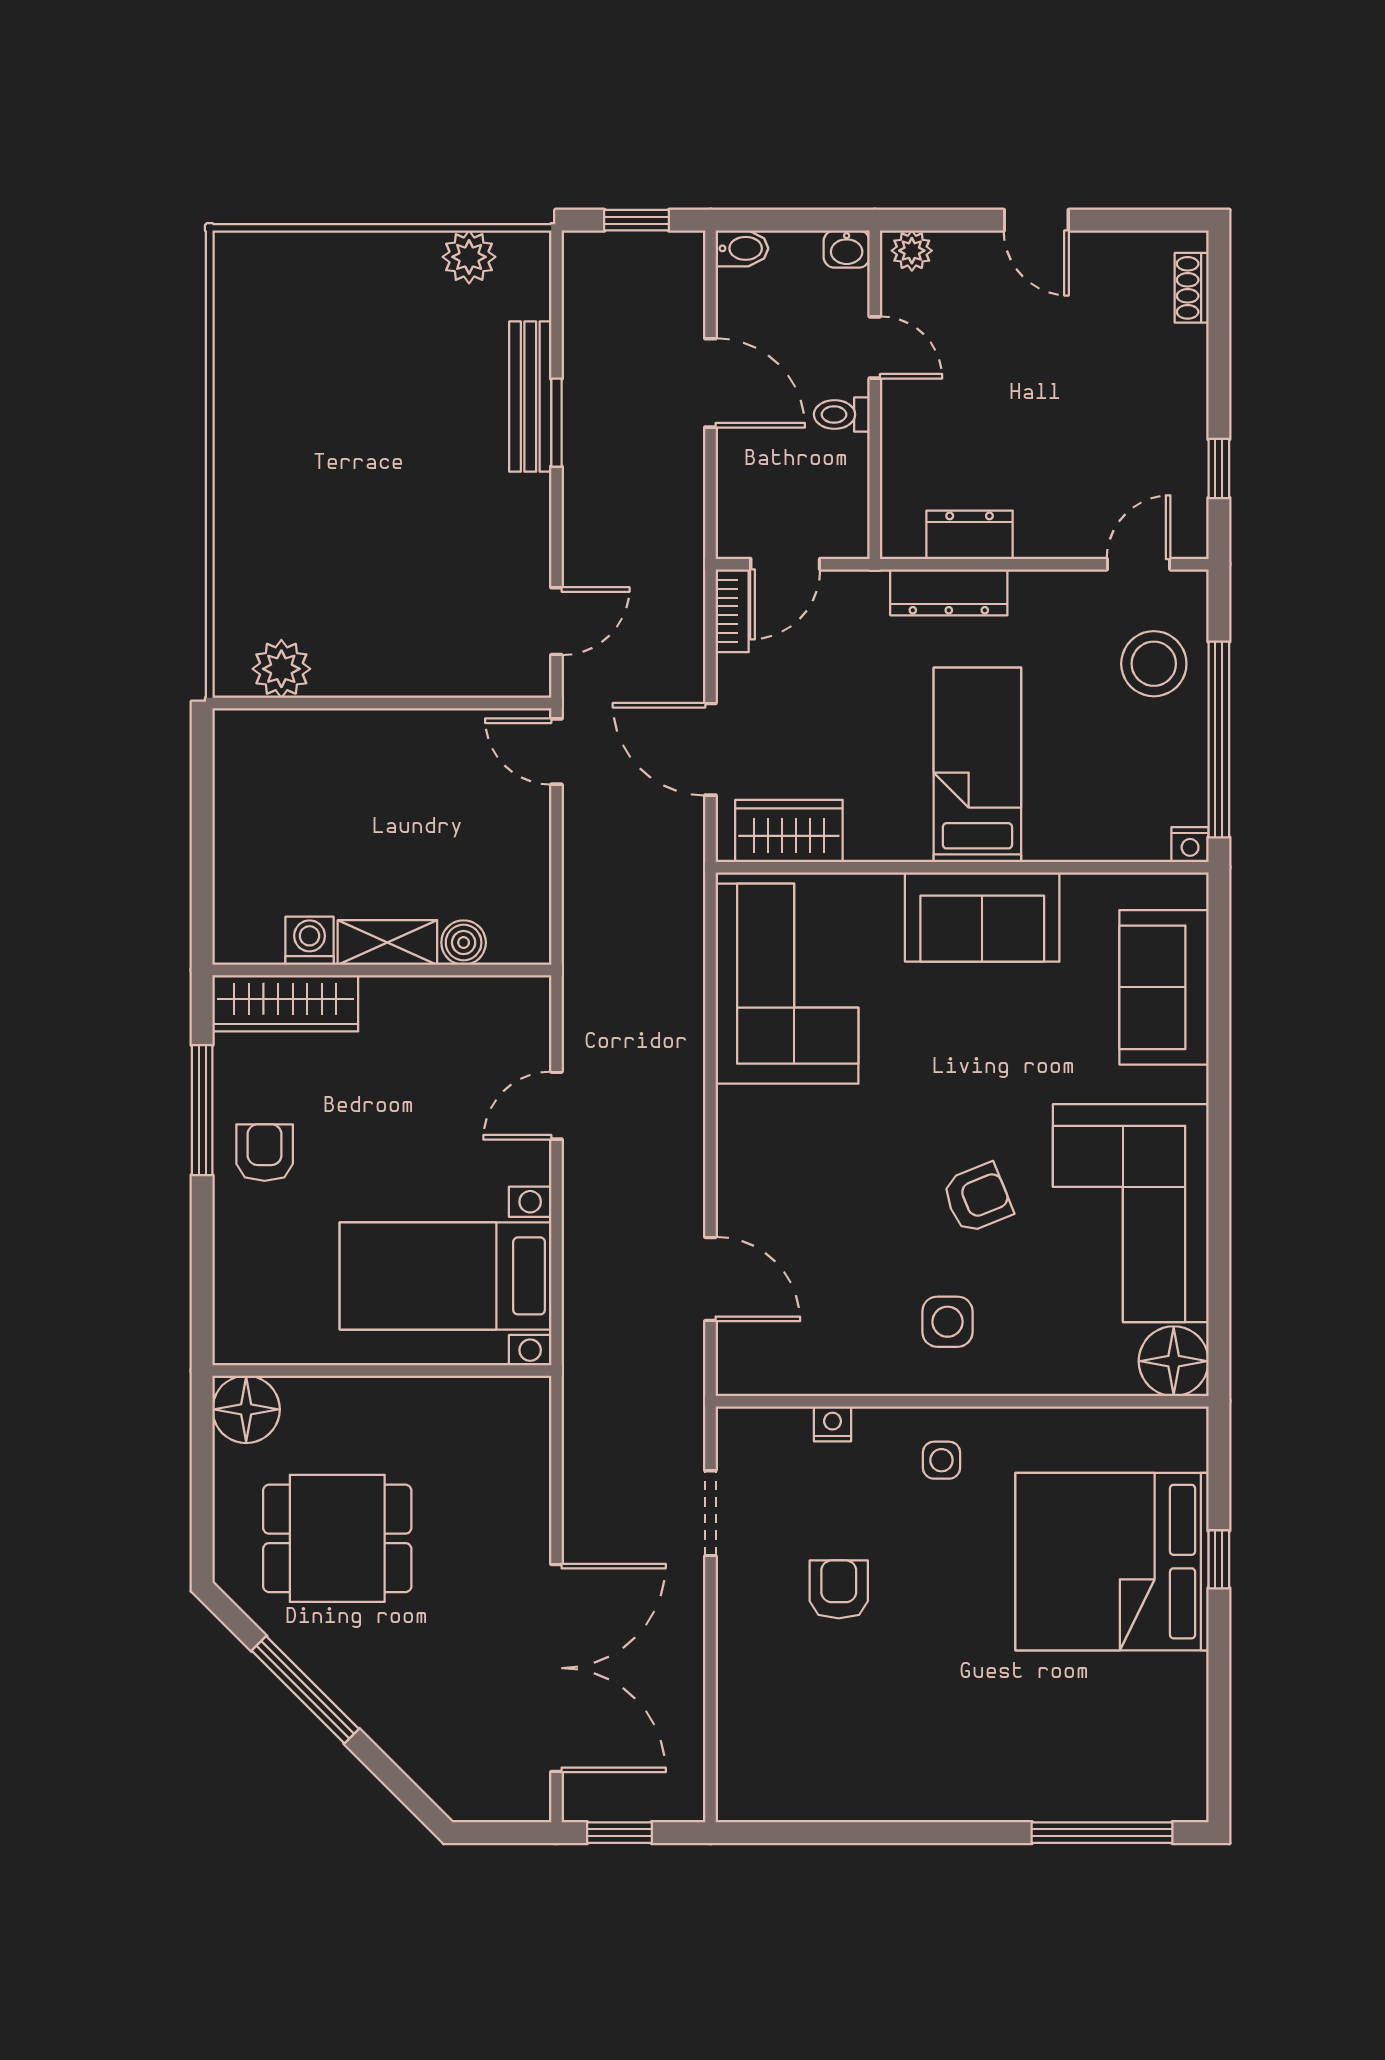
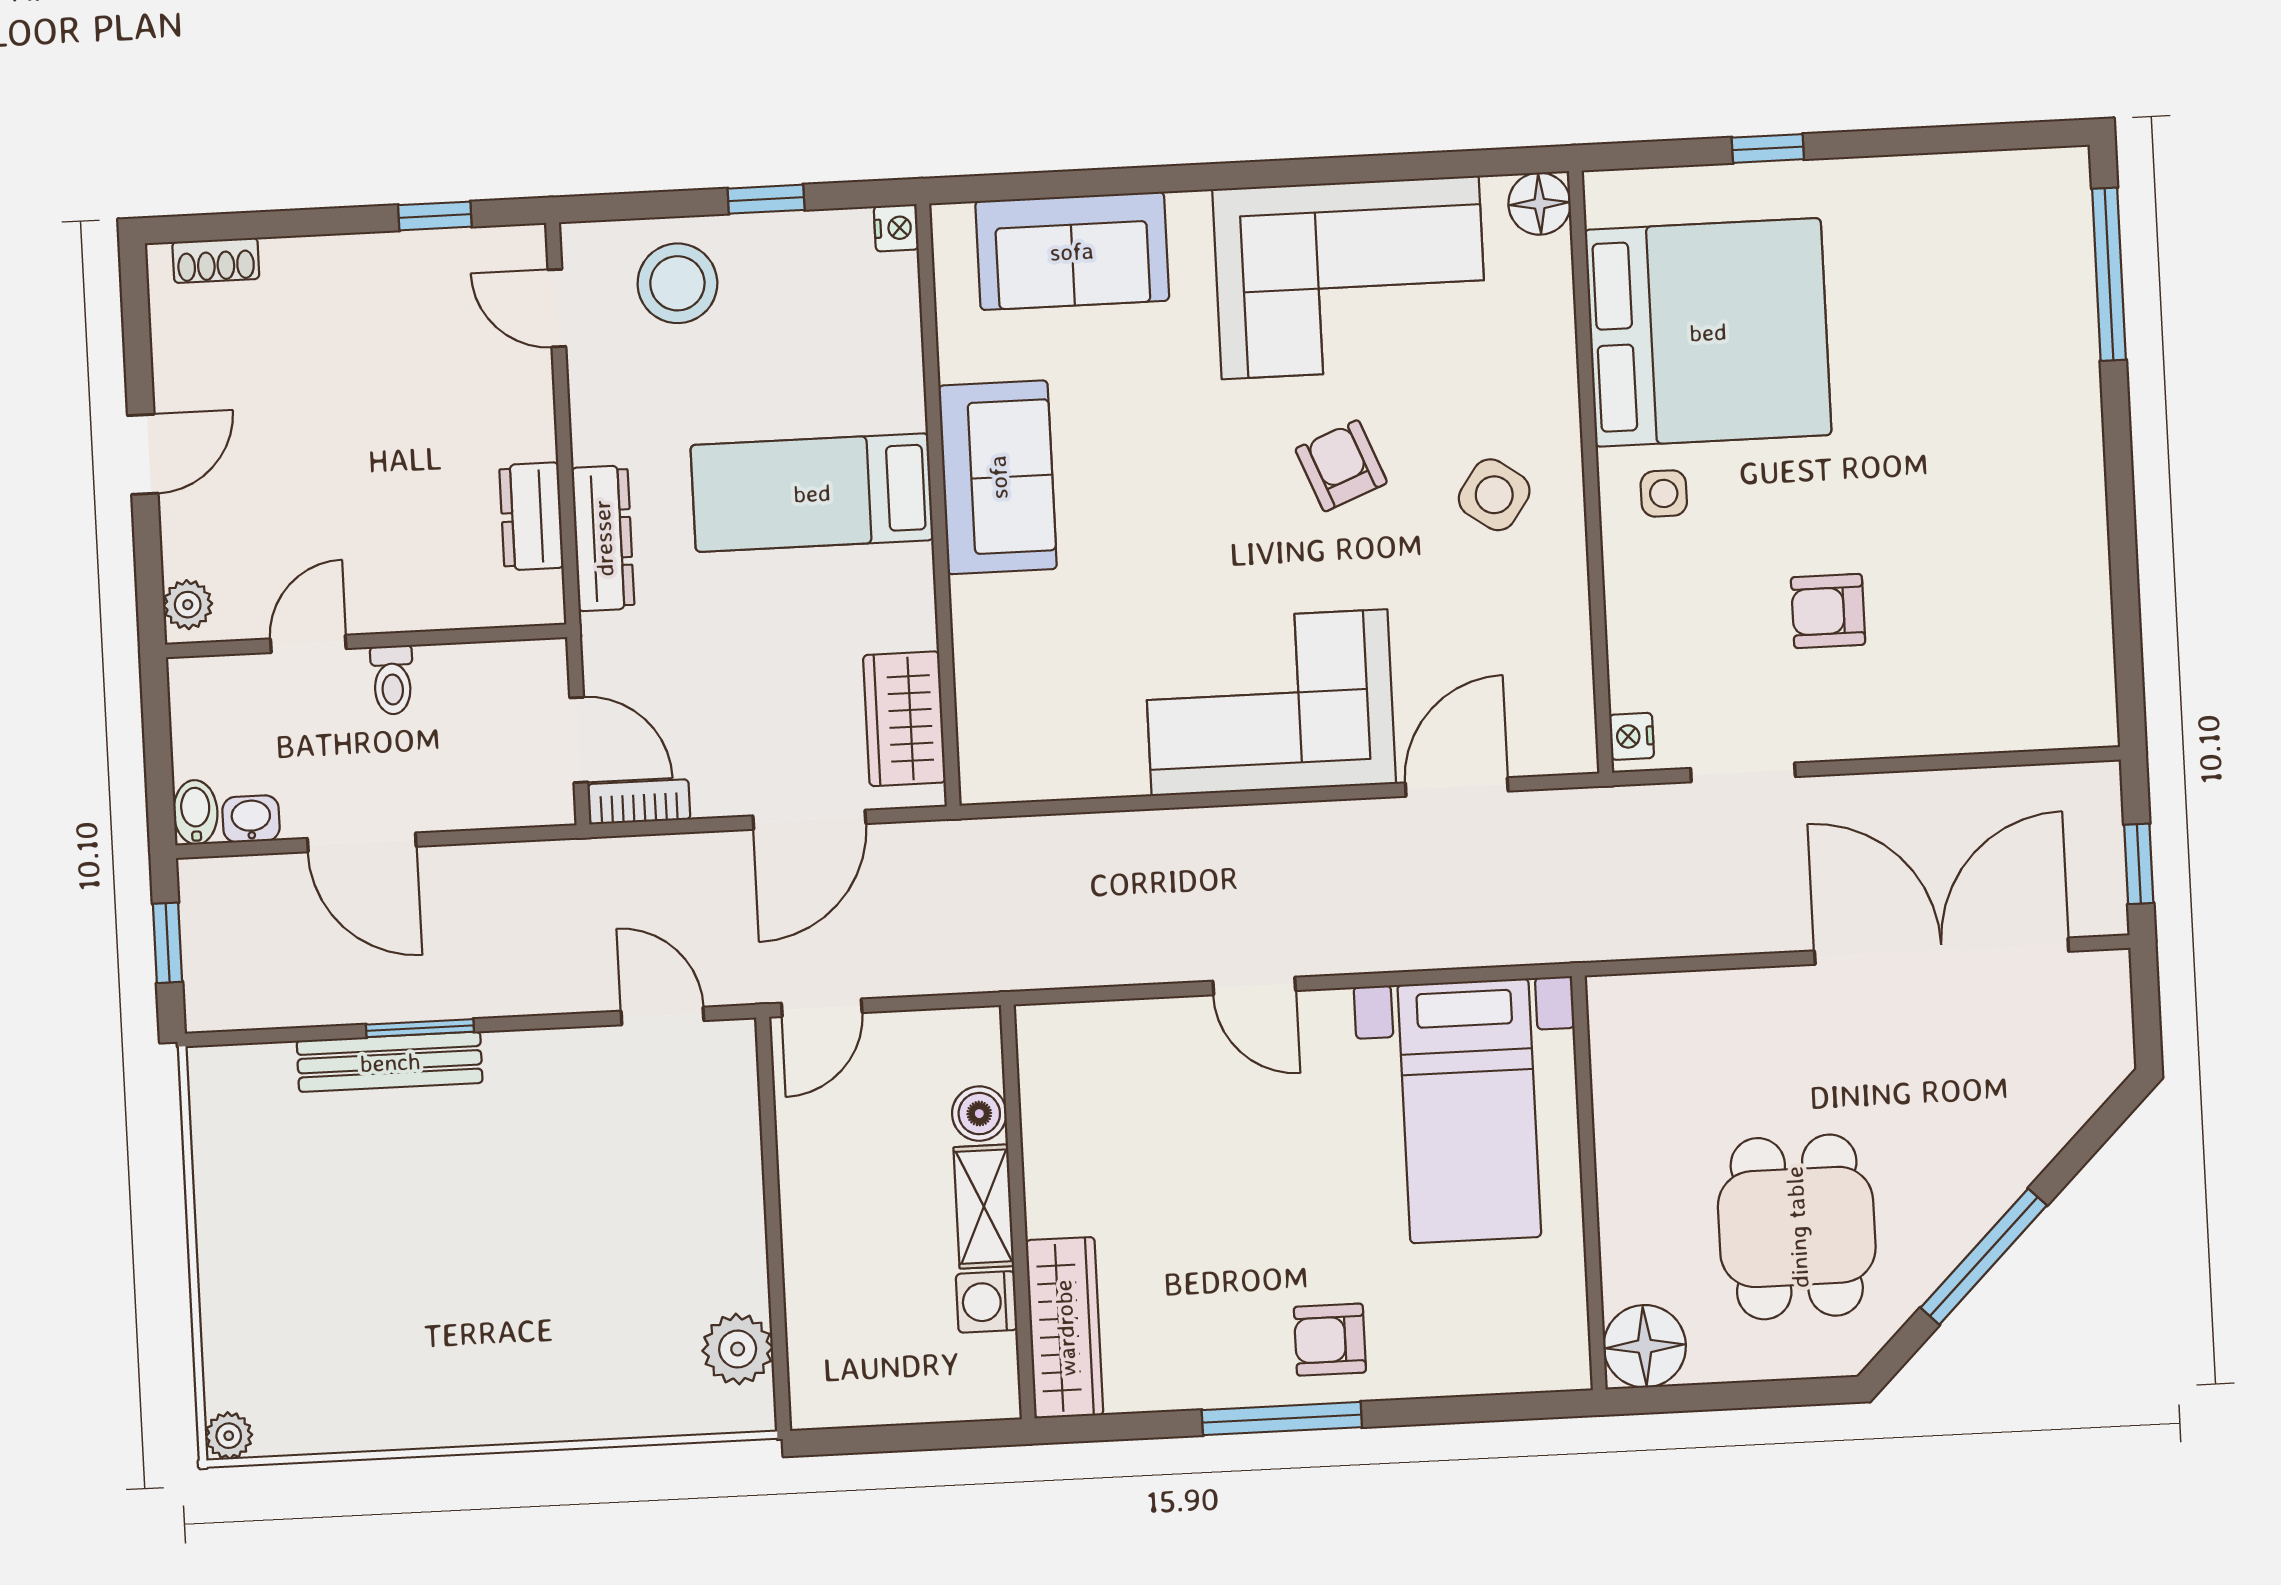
washbasin: (847, 249) -> (251, 819), moved, turned -90
plant: (469, 257) -> (229, 1436), moved, width x0.73, depth x0.73
door: (710, 383) -> (362, 842), swing flipped
window: (1219, 740) -> (766, 199), width x0.32
washing machine: (310, 941) -> (987, 1302), moved
shelving: (387, 942) -> (984, 1207), moved
boiler: (464, 943) -> (979, 1114), moved
wall: (382, 970) -> (1018, 1212), moved
corner sofa: (787, 984) -> (1270, 703), moved
wardrobe: (285, 1003) -> (1065, 1328), moved
side table: (947, 1322) -> (1494, 495), turned 35
floor lamp: (1174, 1361) -> (1540, 204), width x0.73, depth x0.73
nightstand: (832, 1424) -> (1632, 736), moved
bed: (1112, 1562) -> (1708, 332), moved, turned -90

